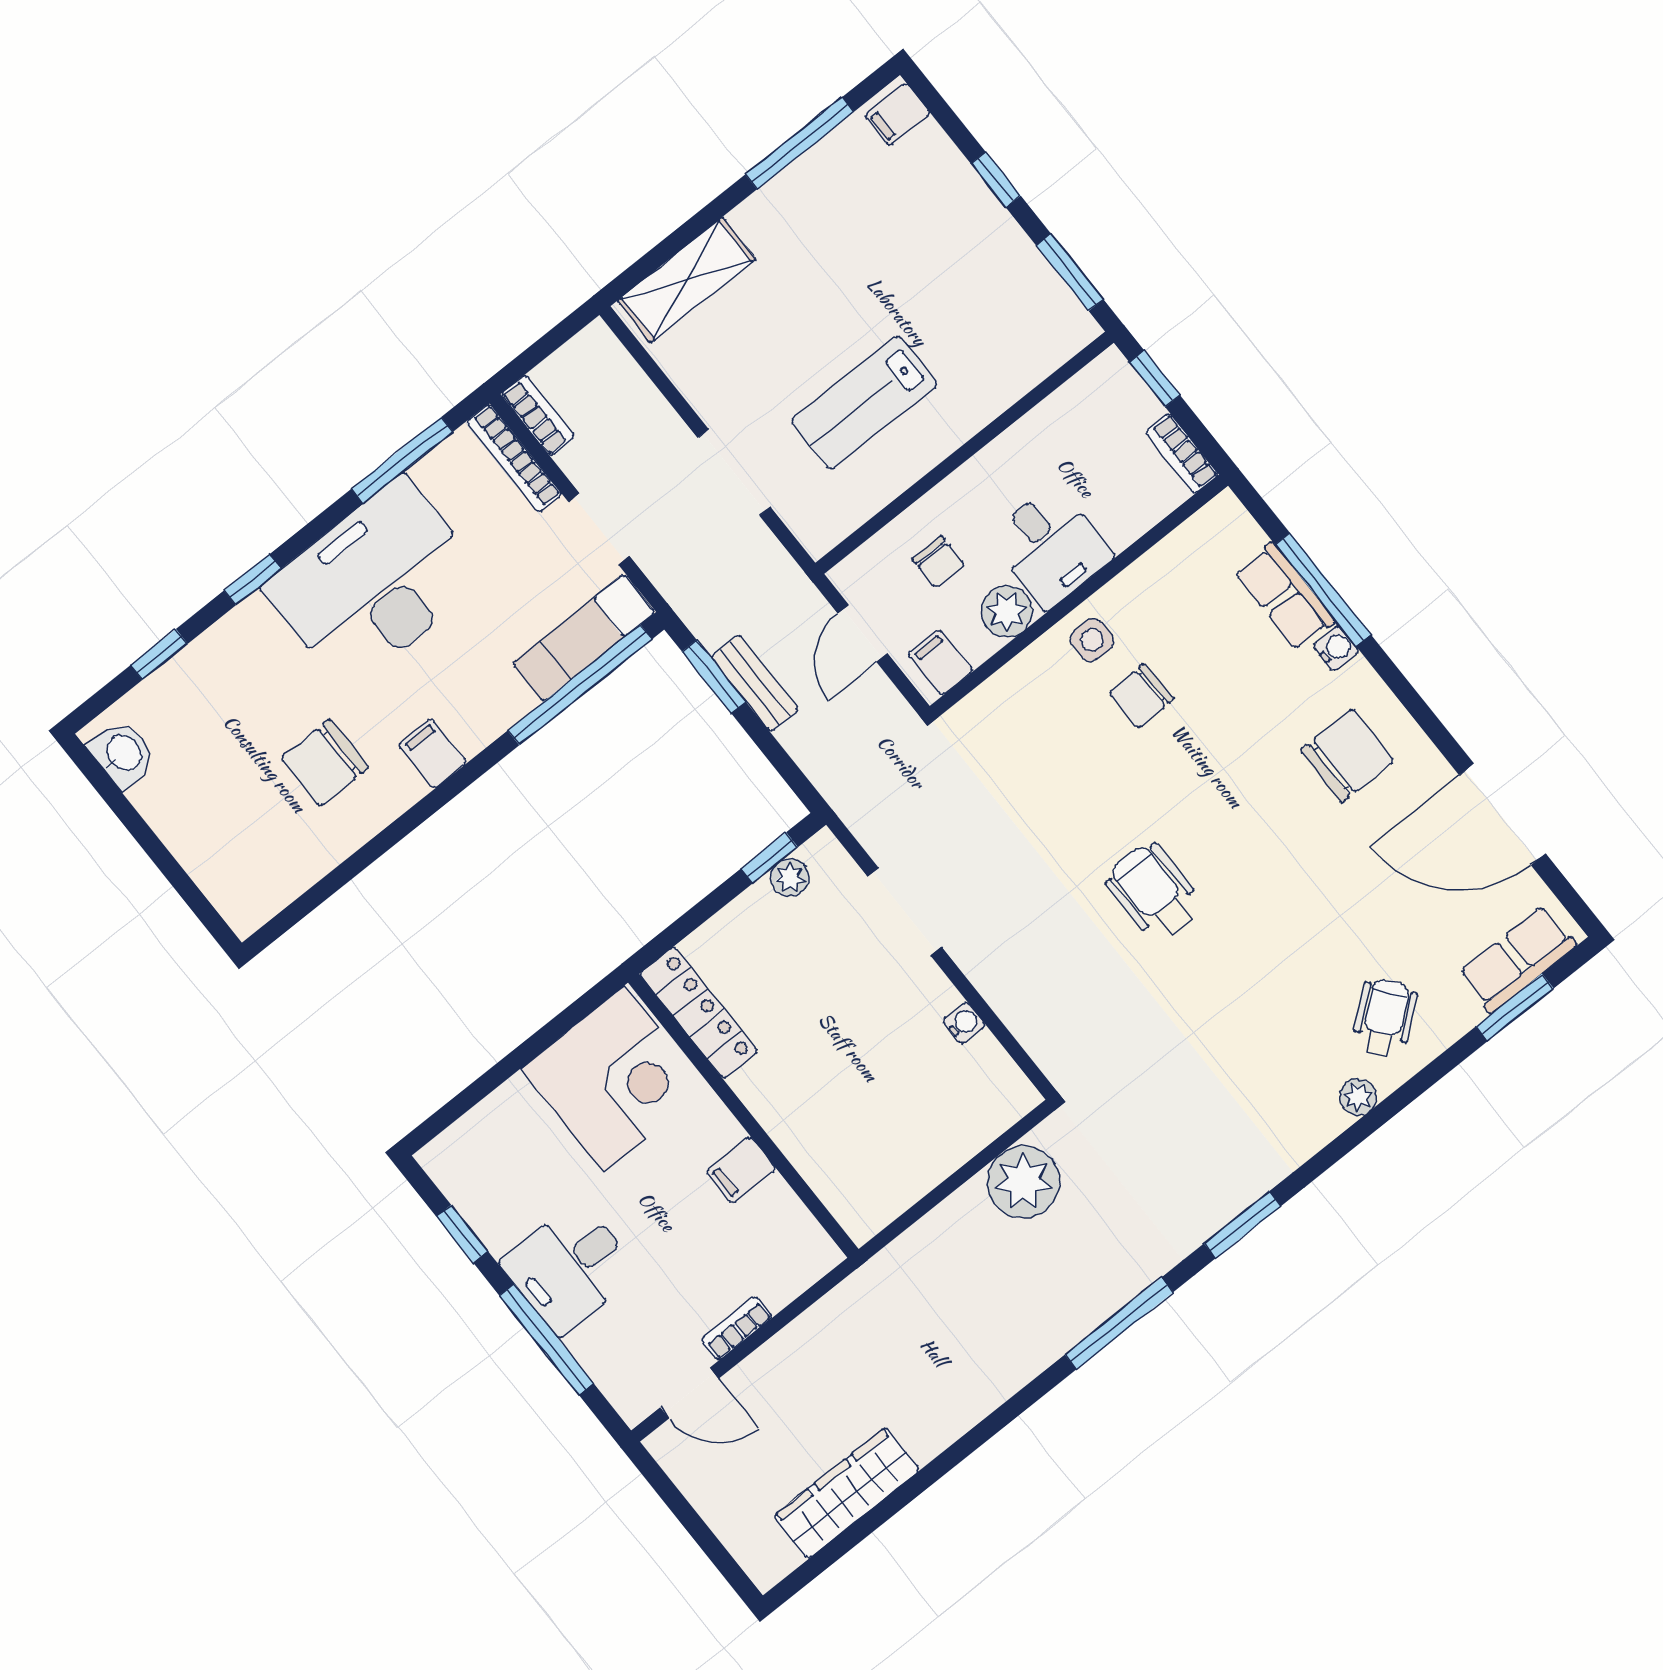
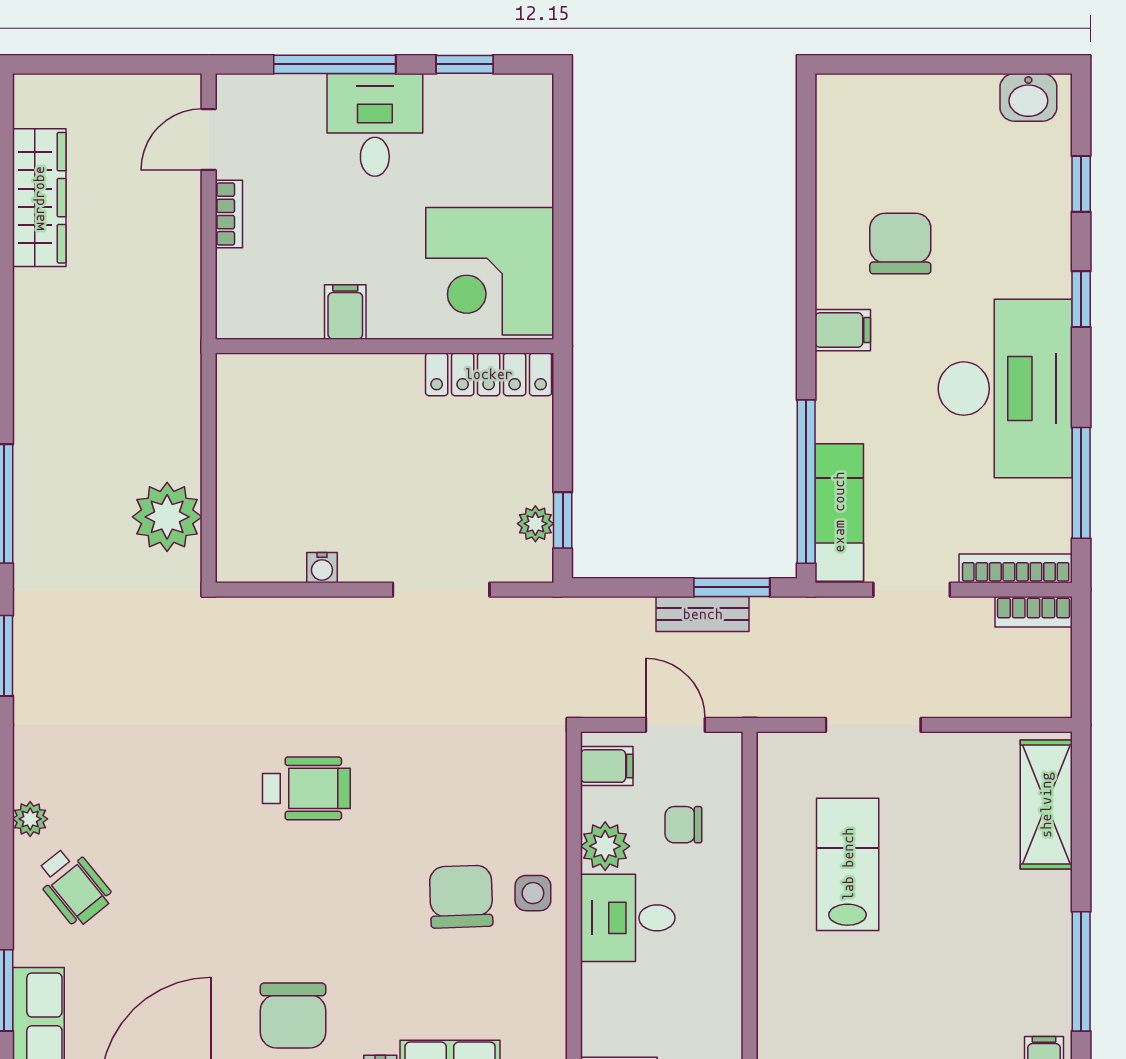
chair: (1141, 696) -> (461, 897), width x1.37, depth x1.37

